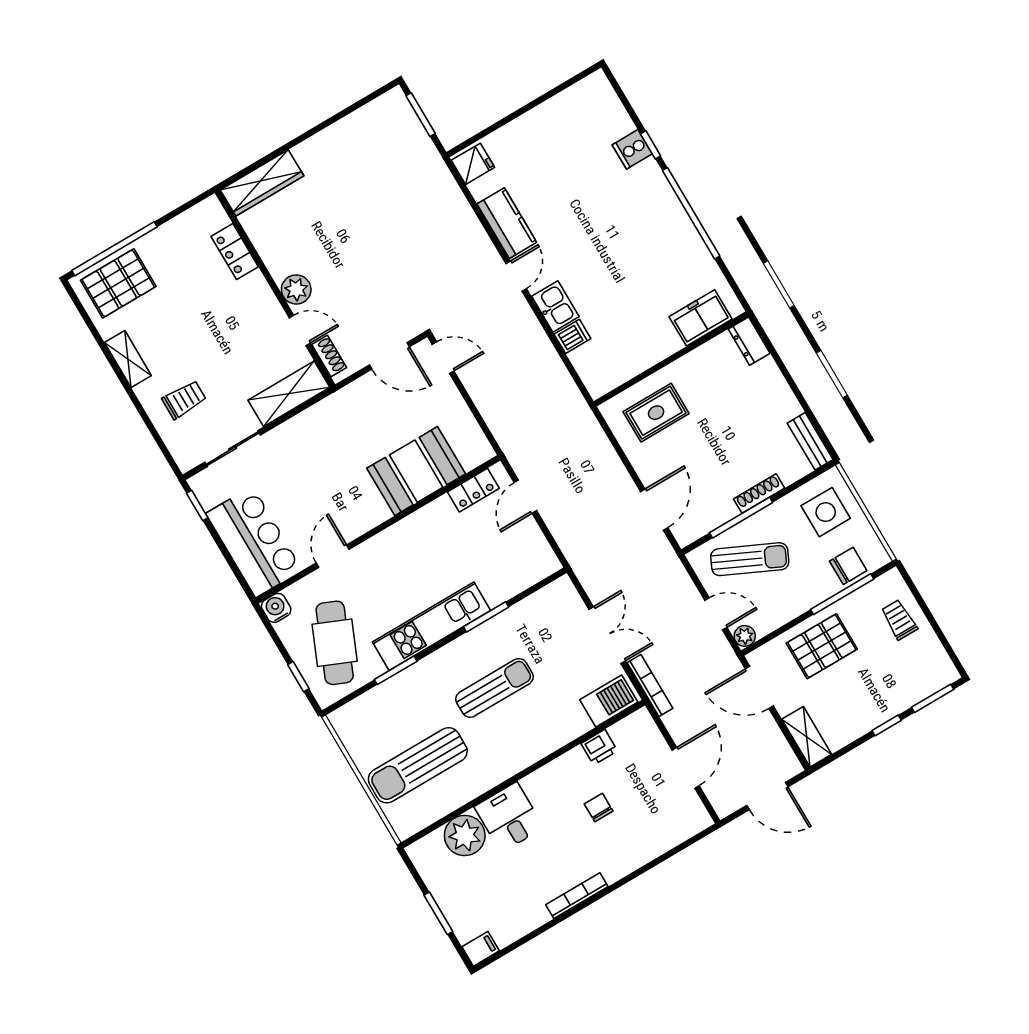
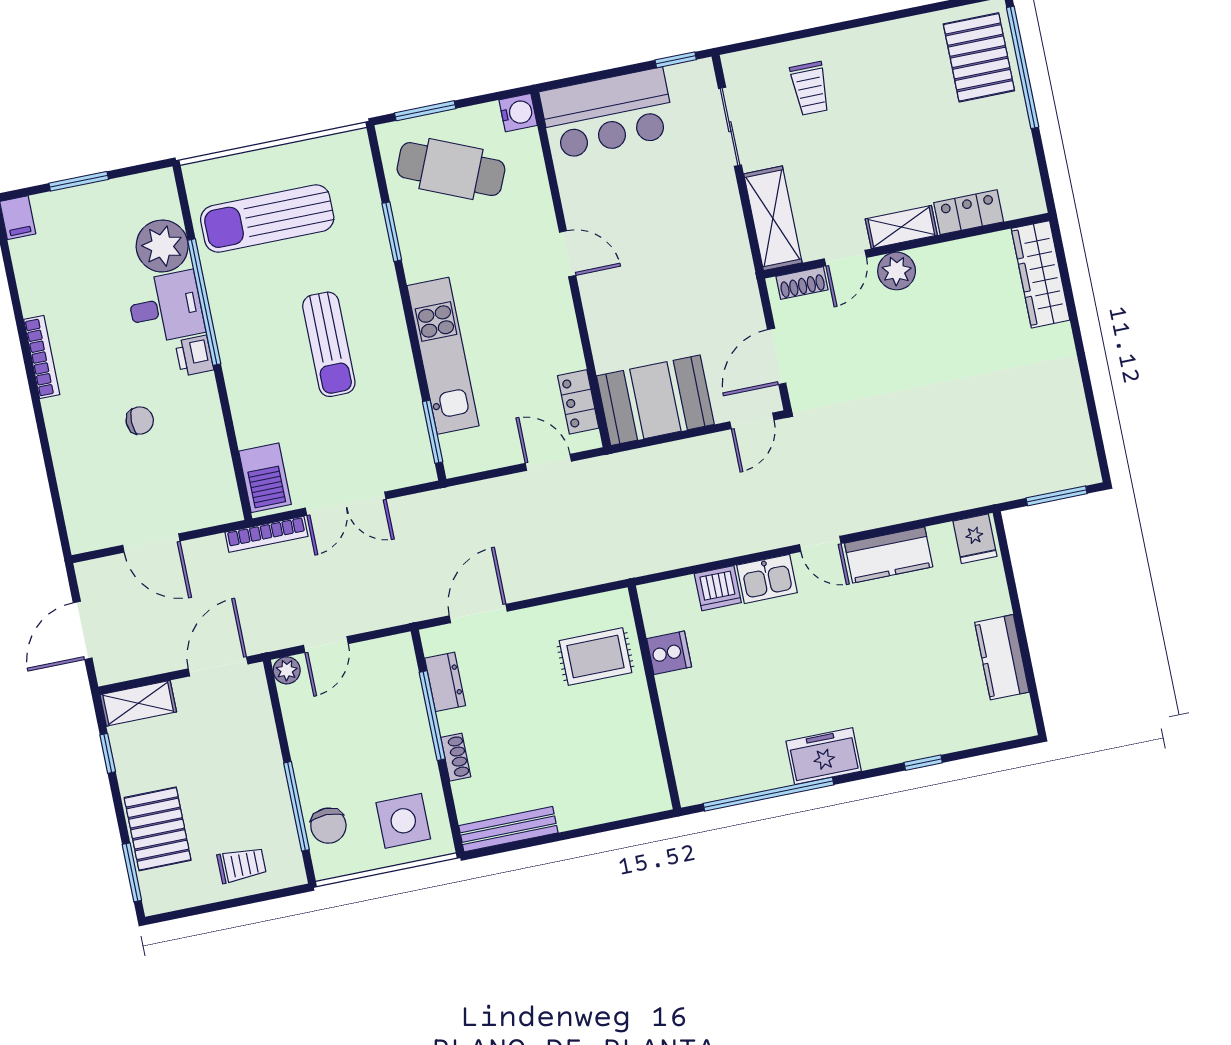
kitchen counter: (553, 114) -> (1002, 657), added
cooker: (632, 149) -> (669, 653), moved, turned 90
window: (691, 213) -> (768, 794), moved
freezer: (701, 318) -> (824, 756), moved, turned -90
dishwasher: (572, 336) -> (718, 588), width x1.38
dresser: (749, 341) -> (445, 682), moved, turned 90
shelving: (128, 359) -> (901, 227), moved
rug: (656, 413) -> (595, 657), turned 90
bench: (810, 441) -> (508, 829), width x1.36
booth: (416, 471) -> (655, 400), moved, turned 90
shoe rack: (759, 494) -> (456, 757), width x0.70
door: (654, 510) -> (478, 613), swing flipped
door: (333, 556) -> (568, 254), moved
sun lounger: (750, 559) -> (378, 709), removed
window: (486, 617) -> (433, 432), moved
kitchen unit: (431, 626) -> (443, 356), moved
pallet: (822, 646) -> (158, 829), moved
window: (298, 677) -> (425, 111), width x1.50
window: (887, 725) -> (108, 753), moved
printer: (599, 747) -> (194, 356), moved
sun lounger: (418, 765) -> (267, 219), turned -90
window: (495, 790) -> (204, 302), added

